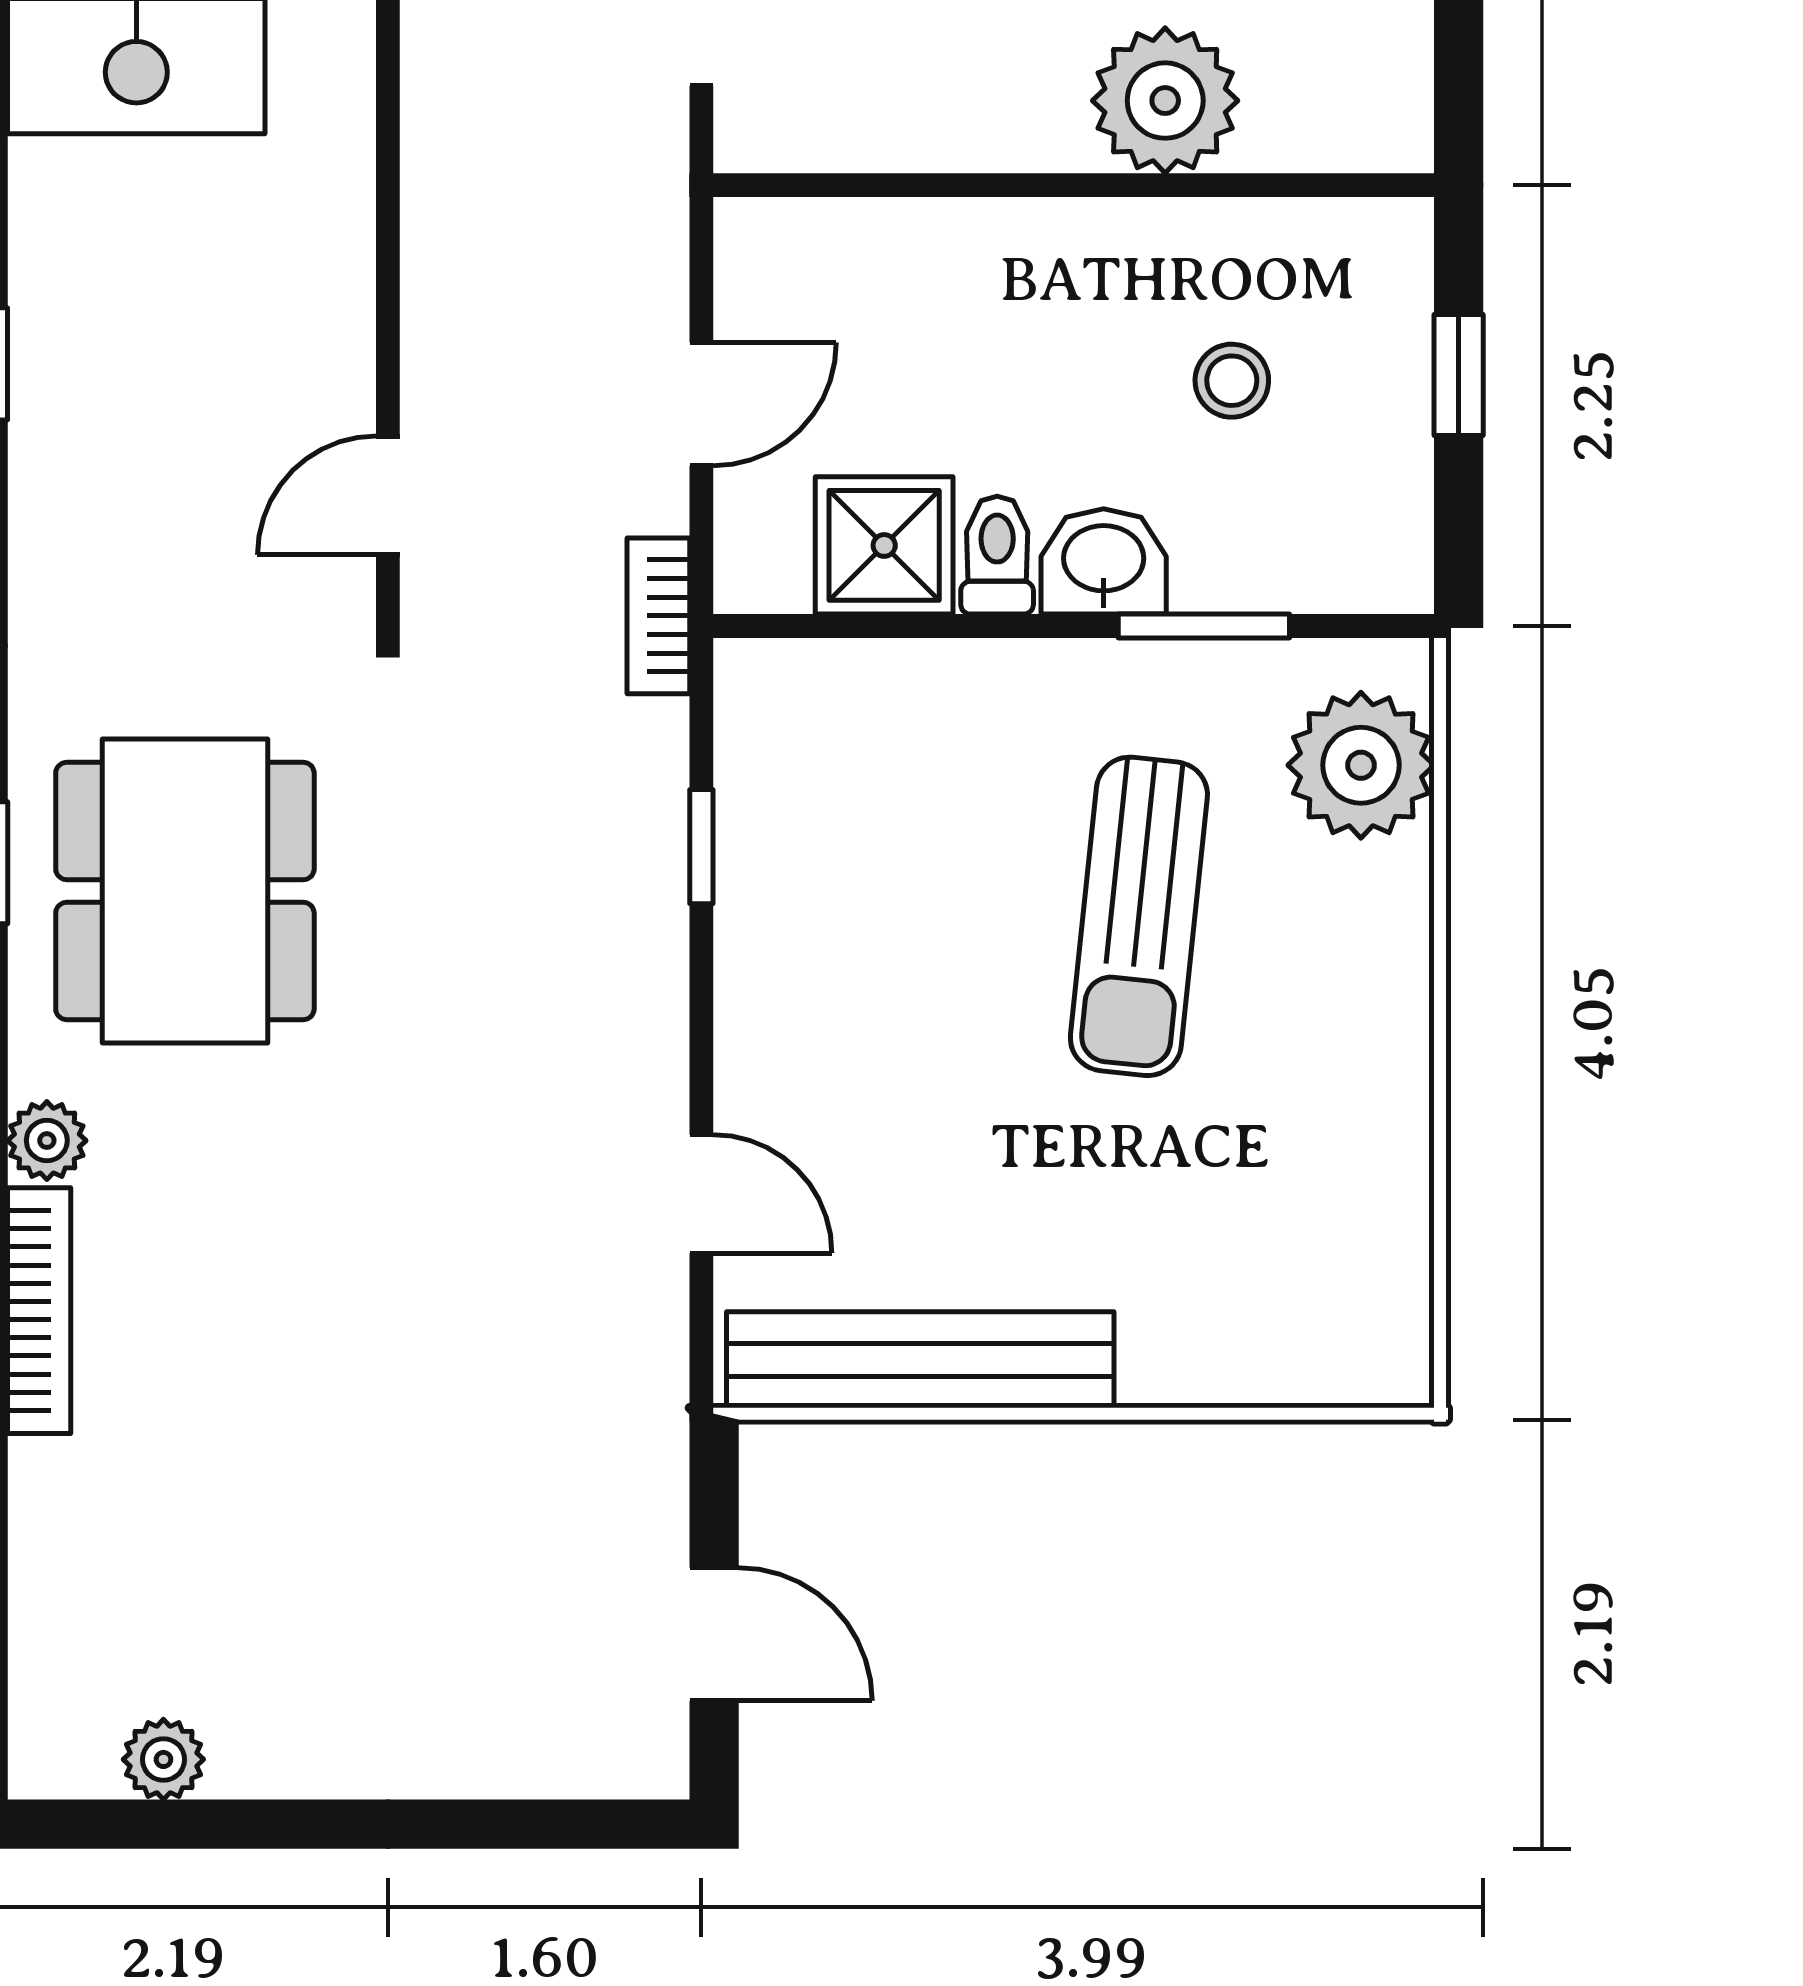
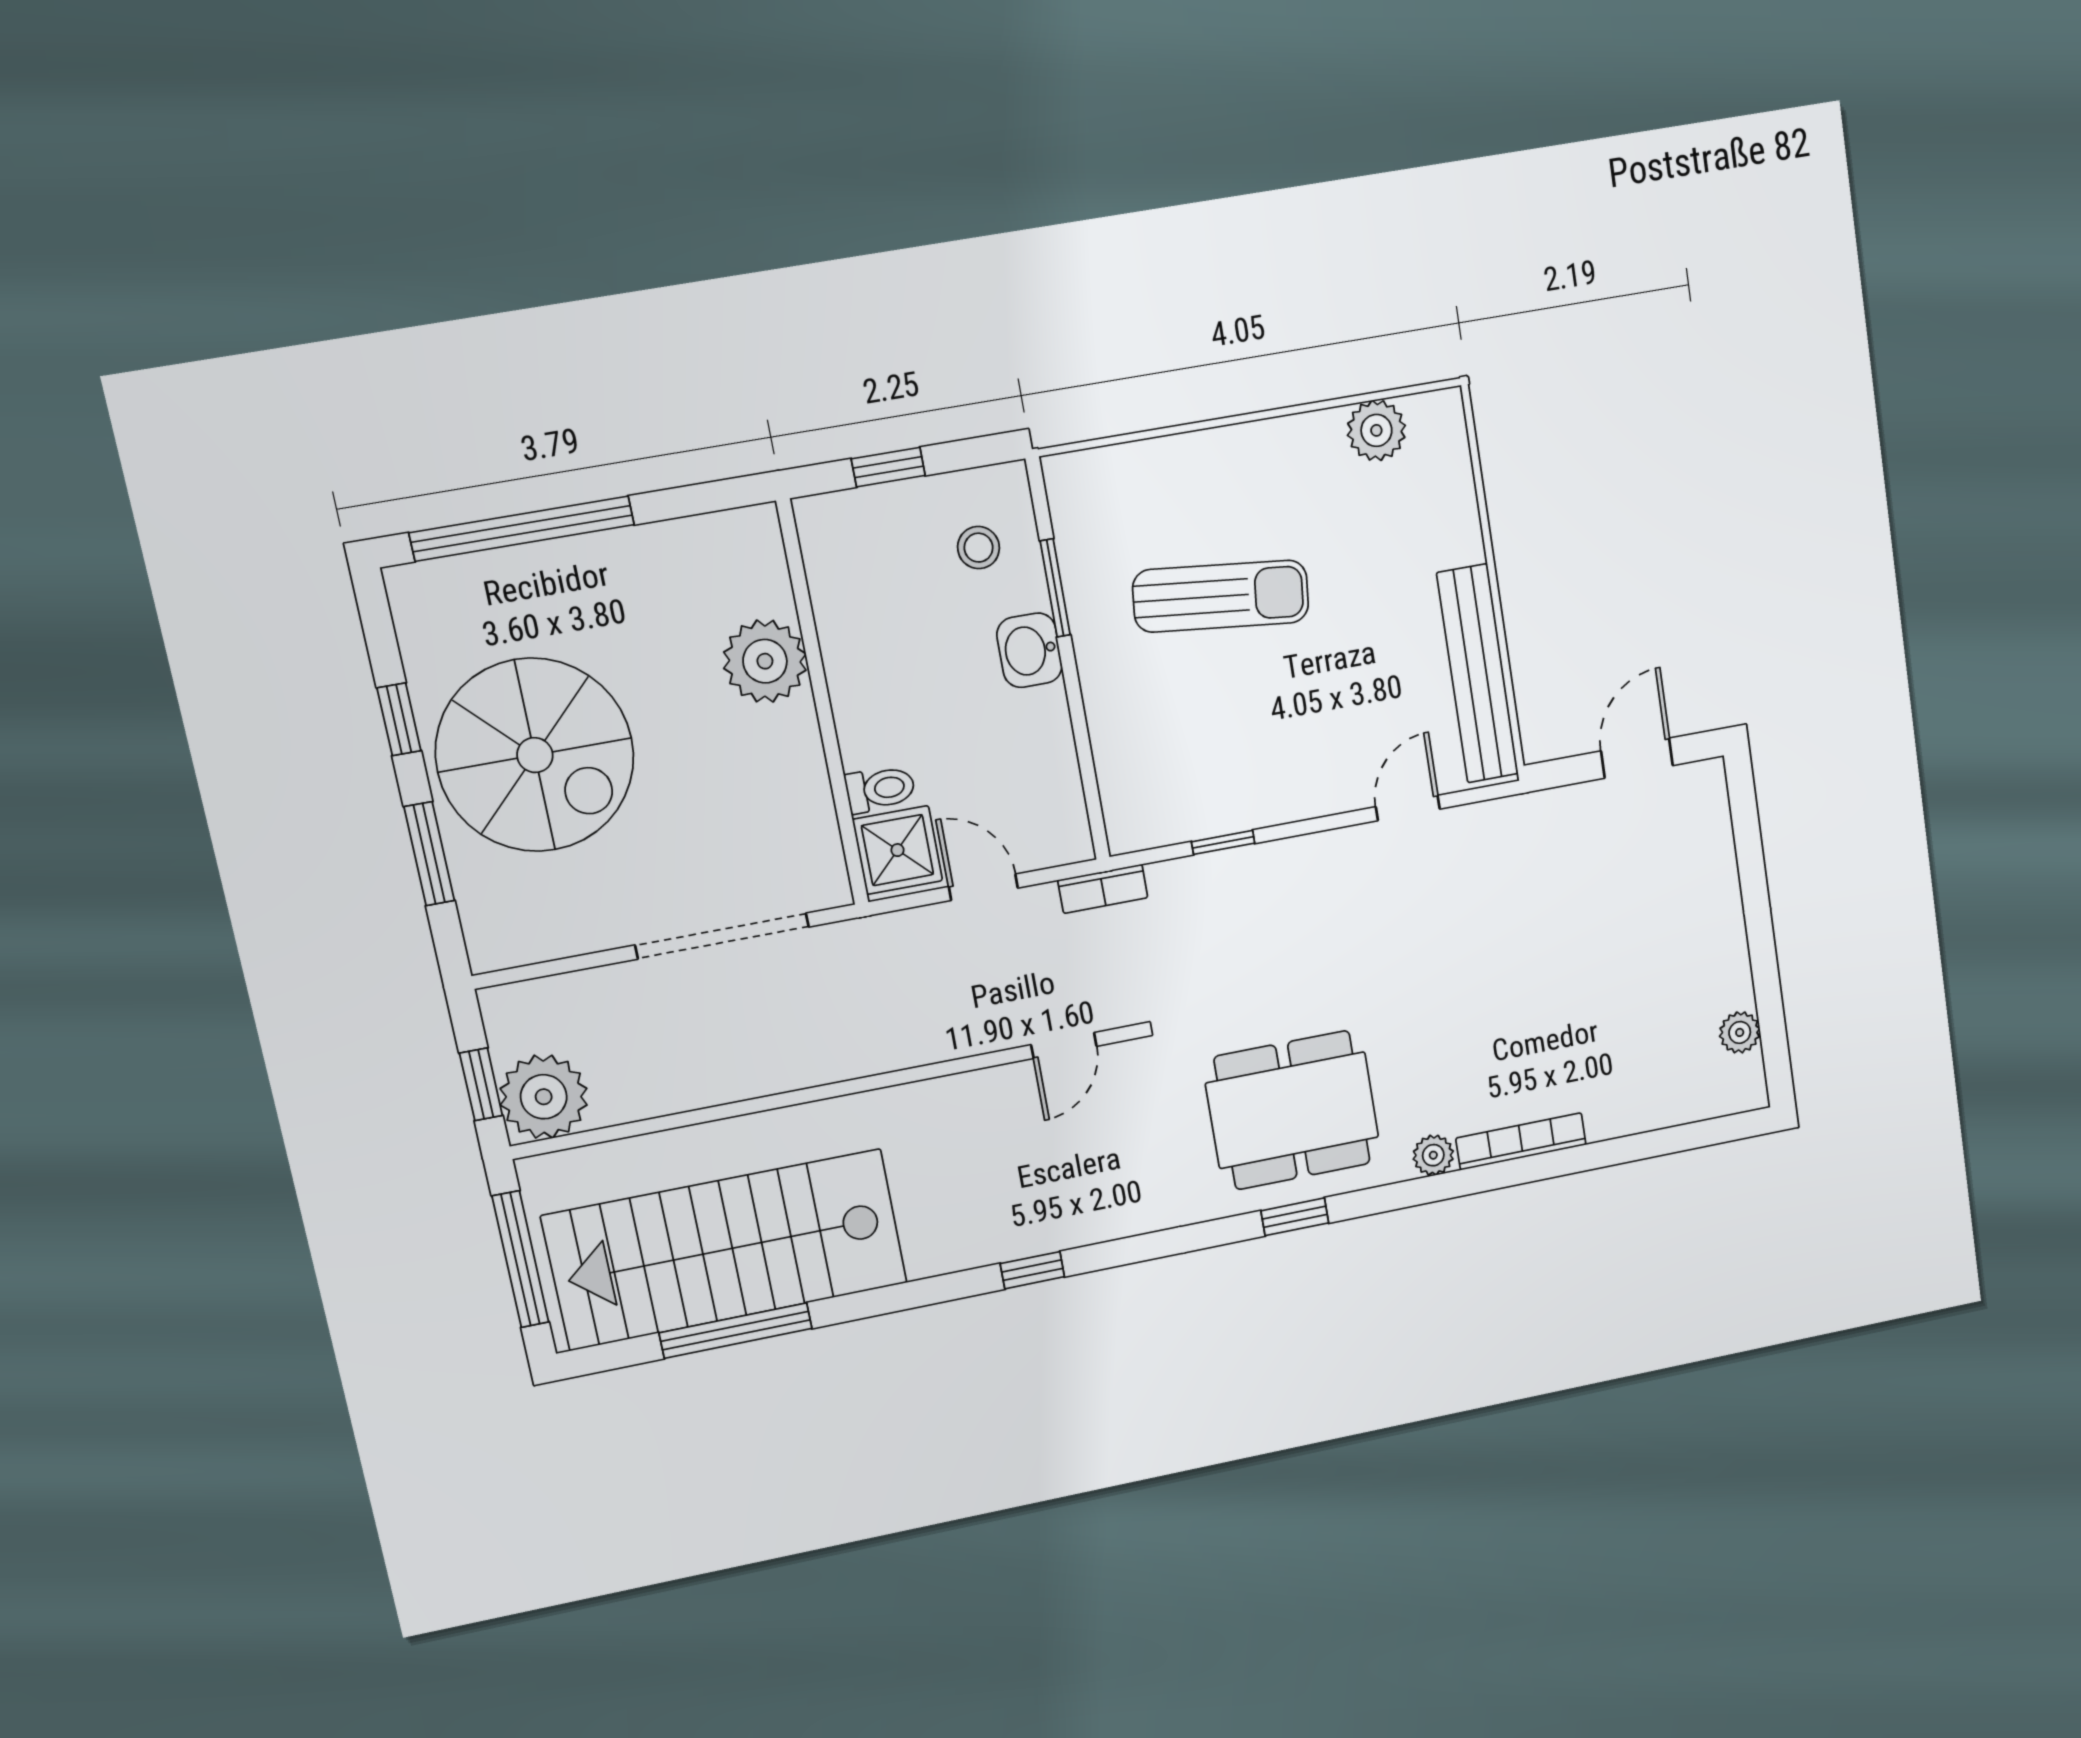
stool: (1232, 381) -> (979, 548), moved
door: (388, 495) -> (1064, 1045), hinge flipped
shower: (884, 545) -> (897, 850), moved
toilet: (997, 555) -> (880, 789), moved, turned 180
plant: (1361, 765) -> (1376, 430), moved, width x0.73, depth x0.73

